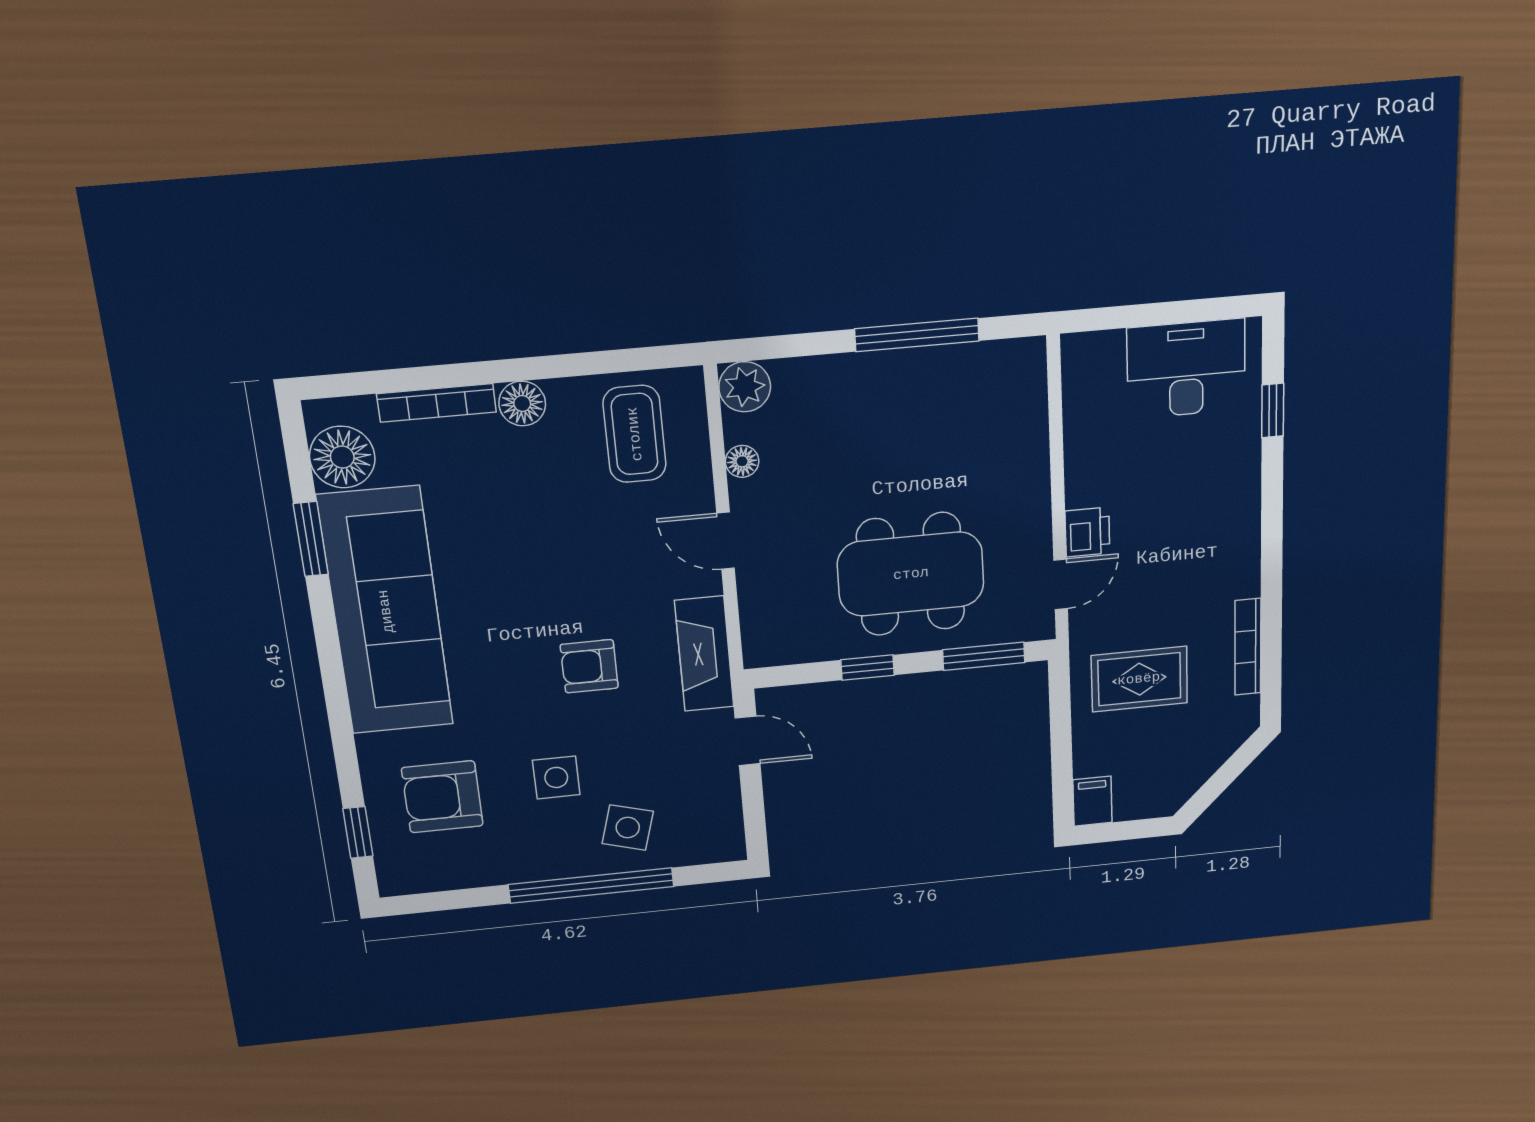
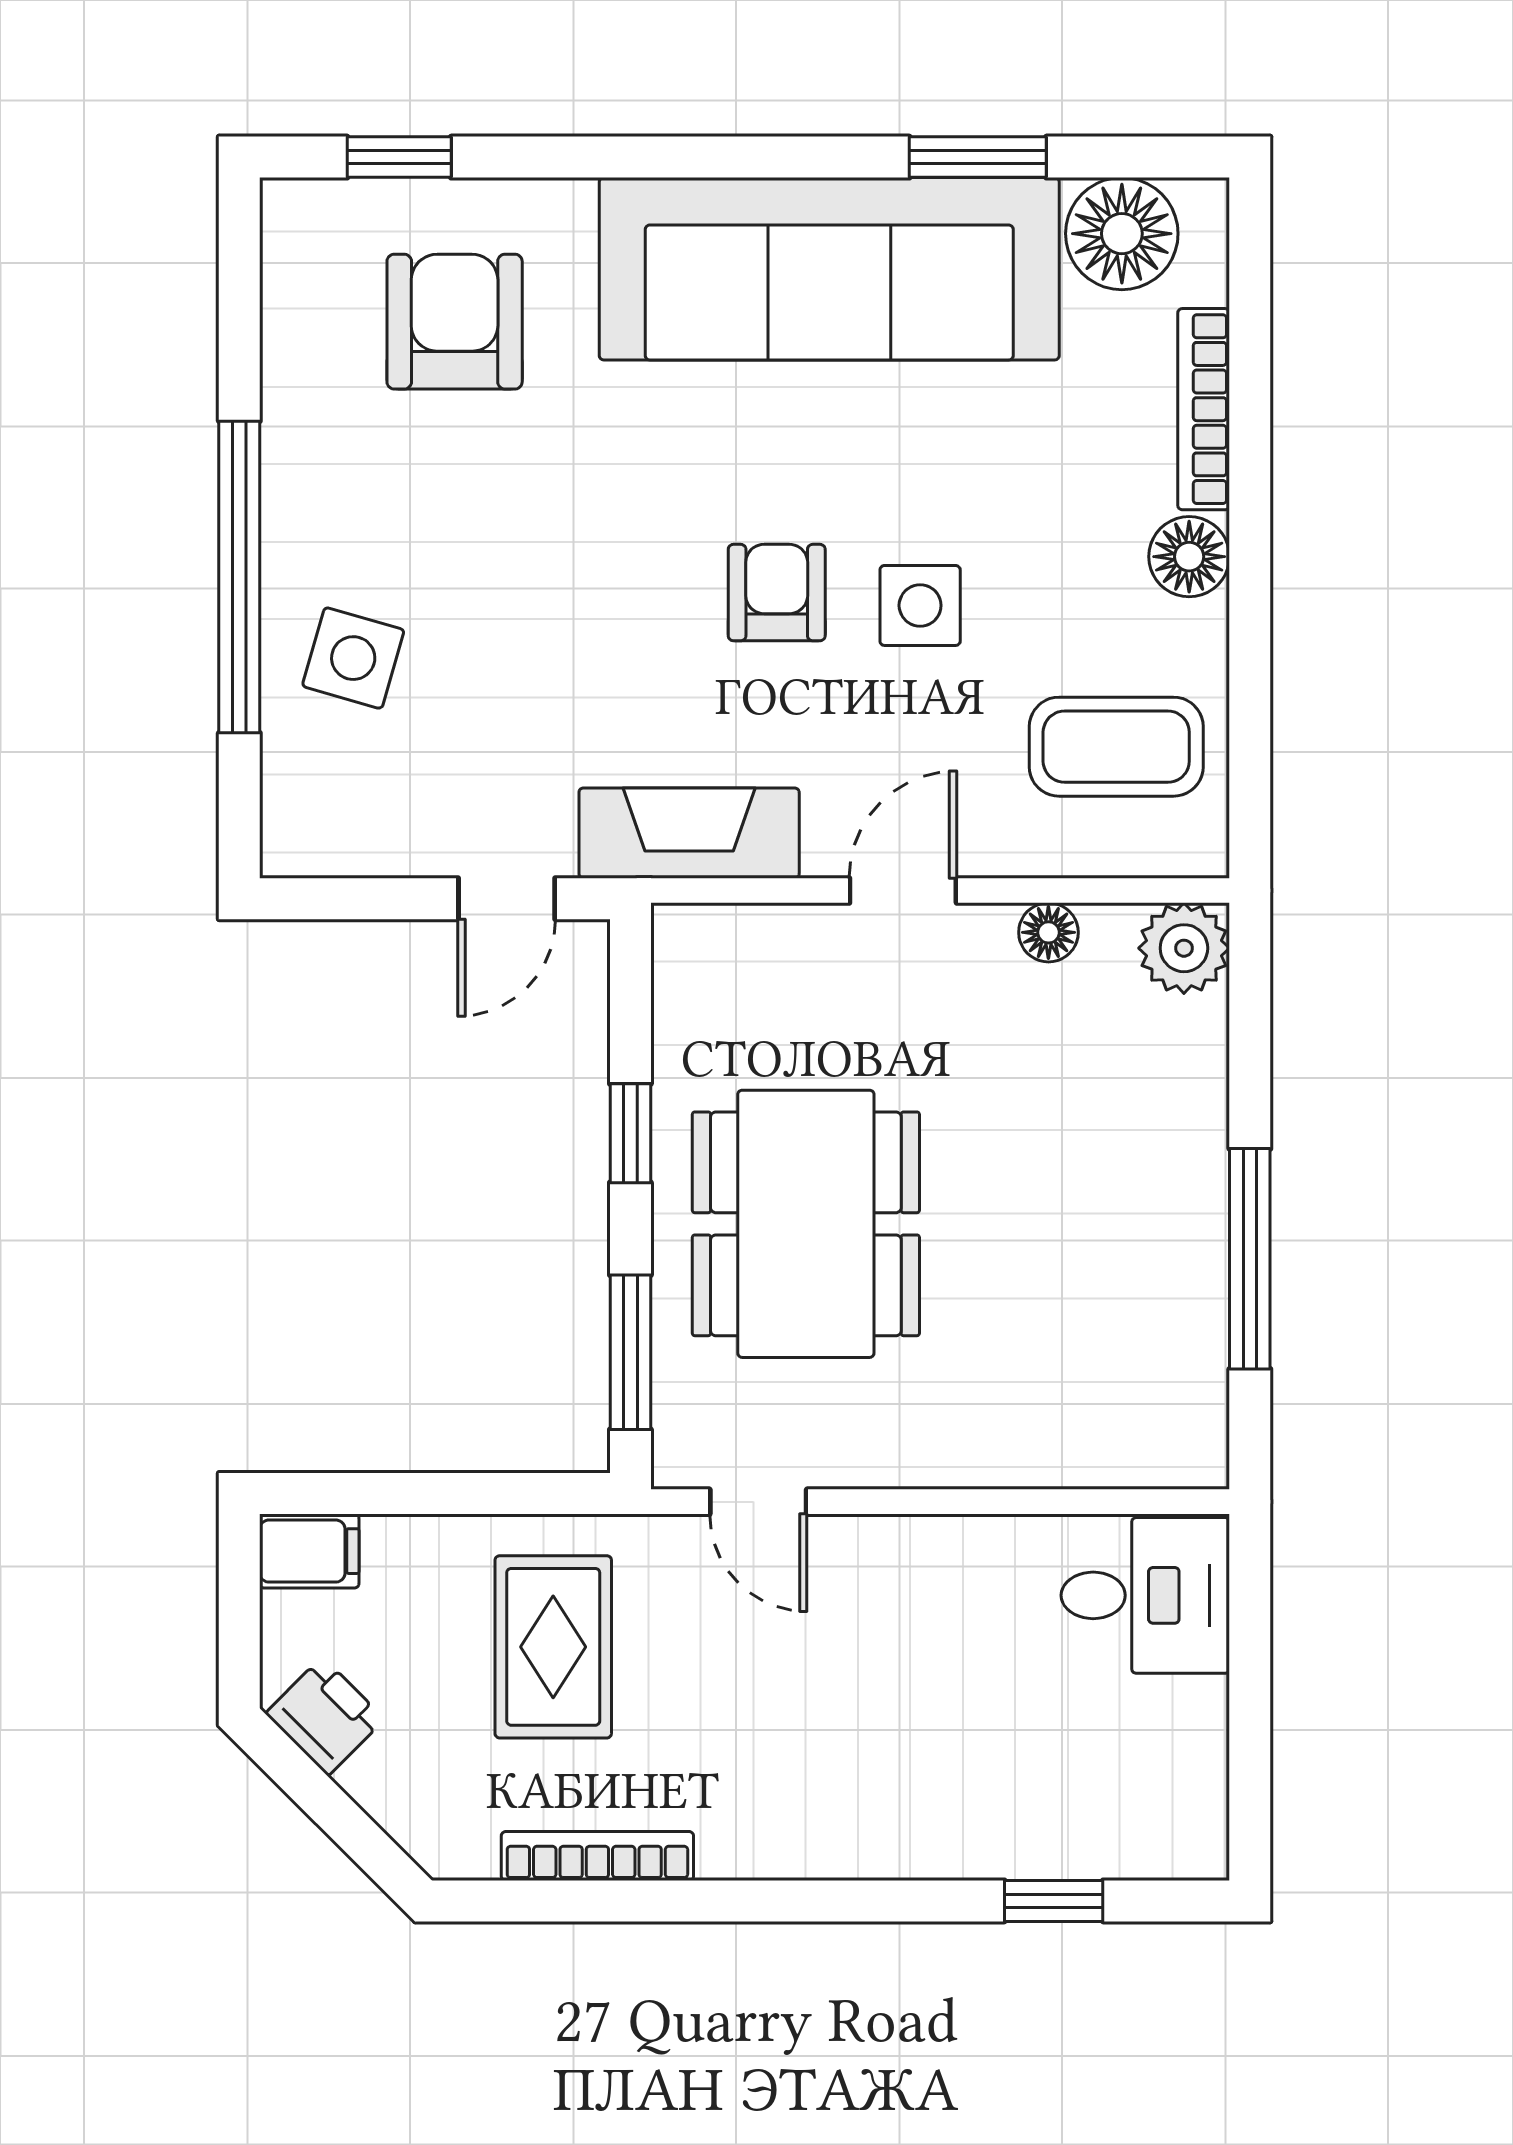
desk: (1186, 369) -> (1145, 1595), moved, width x0.73
printer: (1087, 532) -> (325, 1716), moved, turned -135
armchair: (589, 666) -> (777, 593), moved
side table: (556, 777) -> (920, 605), moved

